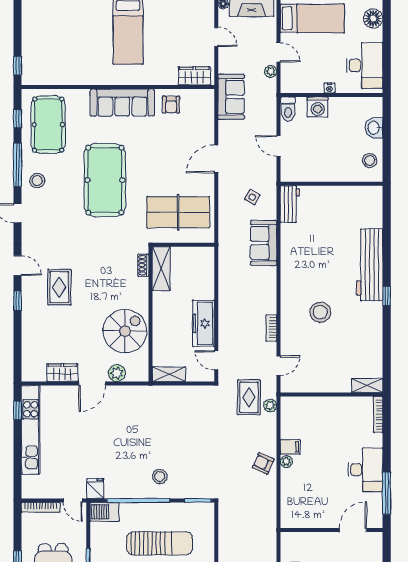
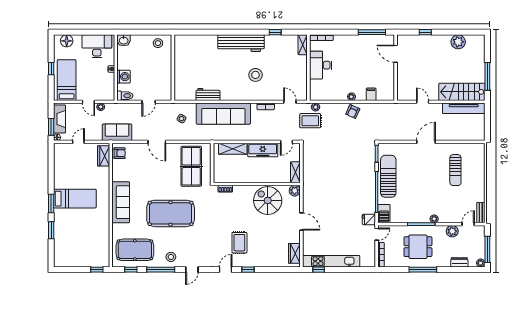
door: (279, 52) -> (88, 102), swing flipped
armchair: (171, 105) -> (120, 153), moved
washbasin: (374, 128) -> (124, 40), moved
workbench: (290, 204) -> (208, 94), moved
sofa: (264, 243) -> (223, 114), width x1.85, depth x1.27
workbench: (370, 265) -> (241, 43), moved
shelving: (161, 269) -> (233, 149), moved
rug: (59, 287) -> (239, 243), turned 90
window: (387, 296) -> (275, 32), moved
wardrobe: (62, 373) -> (294, 253), moved
plant: (117, 373) -> (295, 191), moved
filing cabinet: (290, 447) -> (371, 94), moved
desk: (366, 470) -> (321, 65), moved, turned -90
stool: (160, 476) -> (361, 178), removed
sun lounger: (160, 543) -> (388, 176), moved

